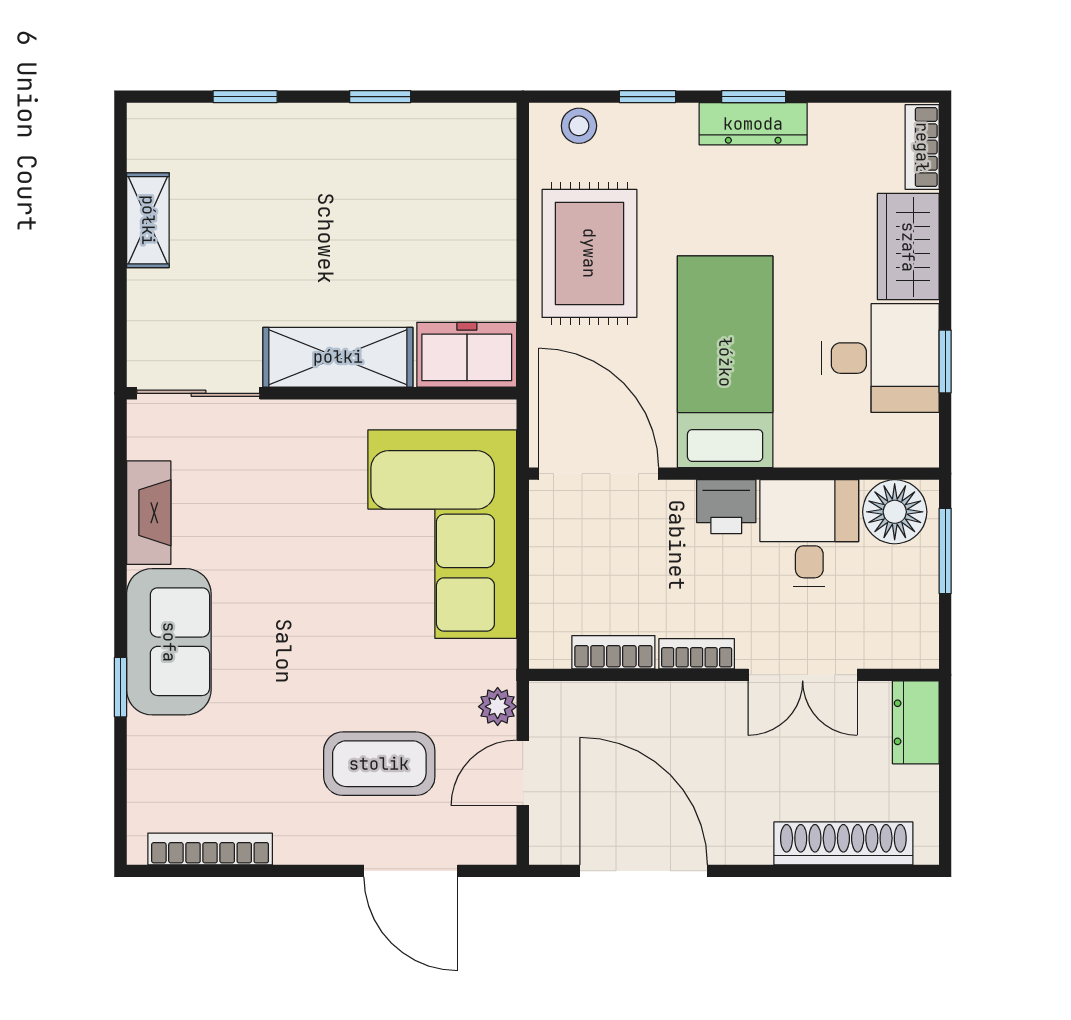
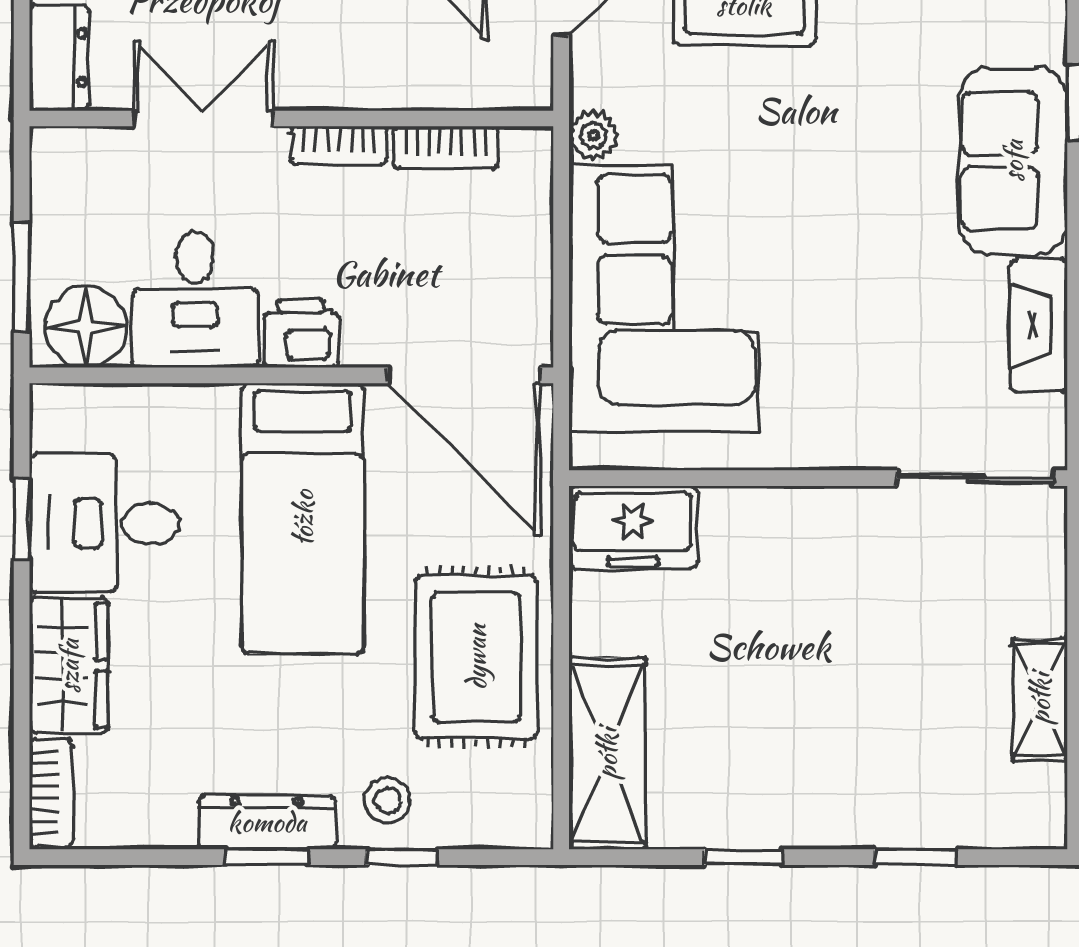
stool: (579, 126) -> (388, 800), moved
shelving: (338, 357) -> (607, 754), moved, turned 90
plant: (498, 707) -> (593, 135), moved

